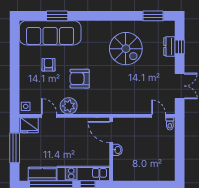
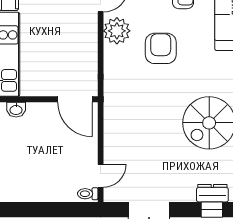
door: (111, 132) -> (75, 99), swing flipped
washbasin: (118, 150) -> (16, 110), moved

